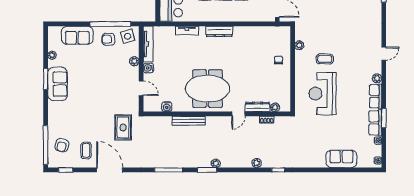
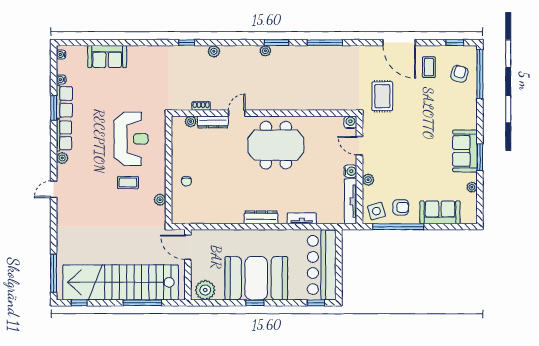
water cooler: (167, 107) -> (350, 122), moved
bench: (189, 121) -> (299, 105), removed

